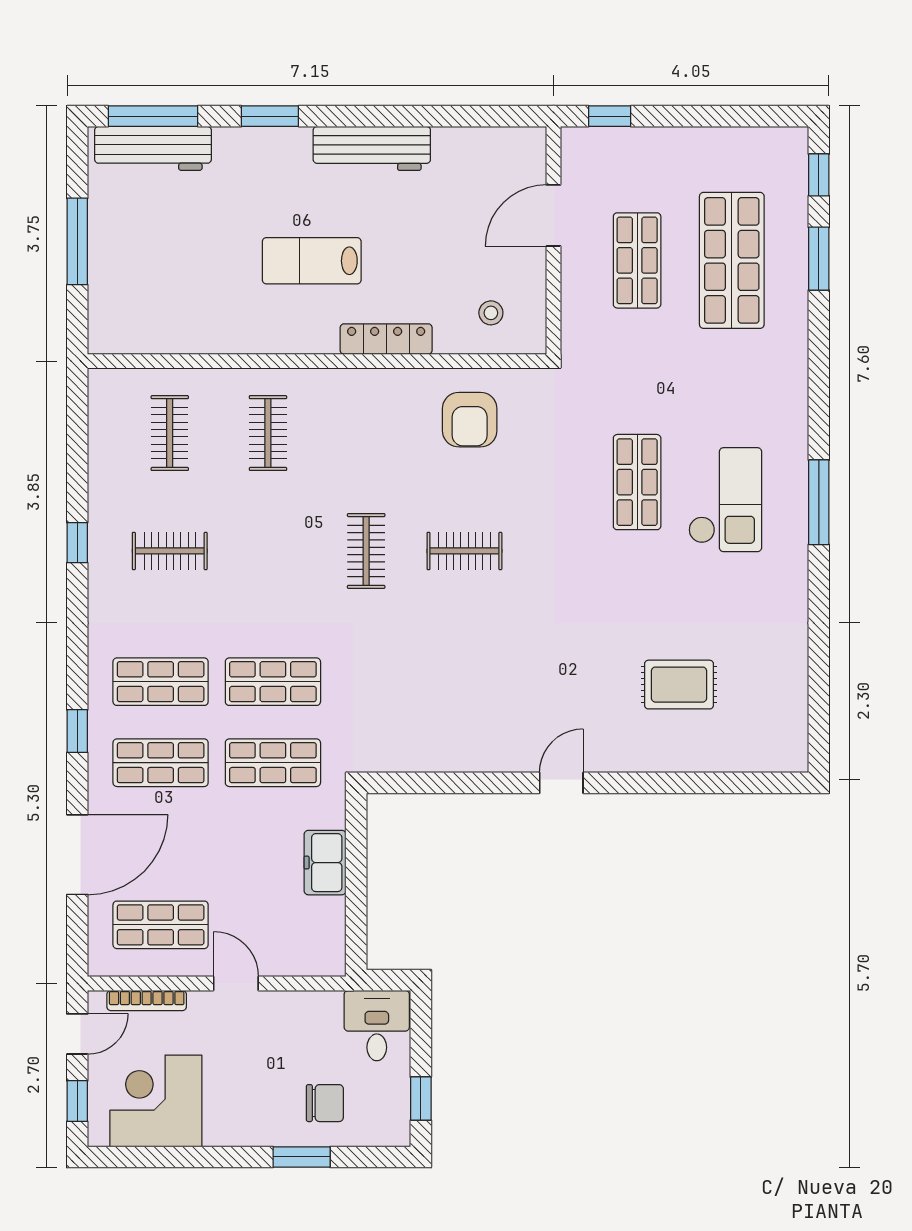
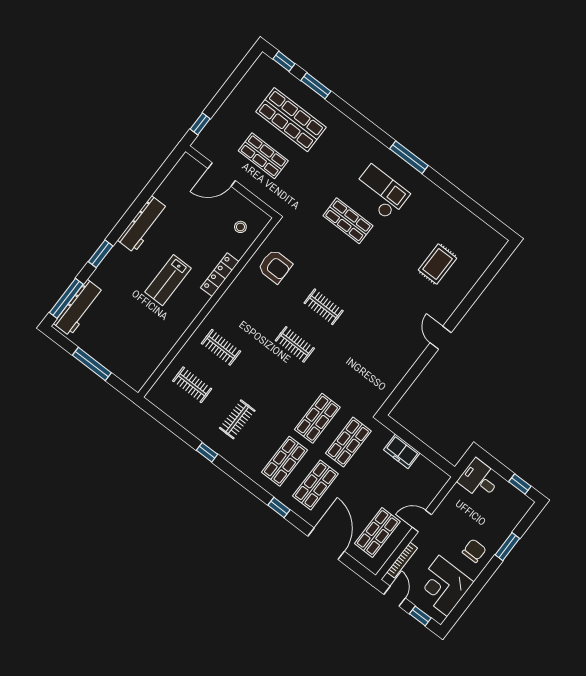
door: (553, 215) -> (222, 174), hinge flipped
clothes rail: (464, 551) -> (324, 307), turned 90
chair: (325, 1103) -> (474, 551), moved

